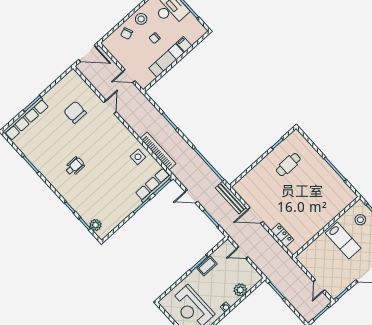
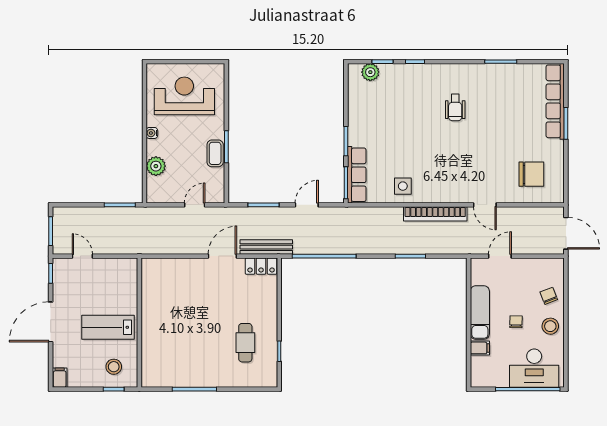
door: (87, 53) -> (566, 233), swing flipped
chair: (75, 112) -> (531, 174), moved
bookcase: (158, 151) -> (435, 214), moved
locker: (282, 235) -> (261, 266), moved

